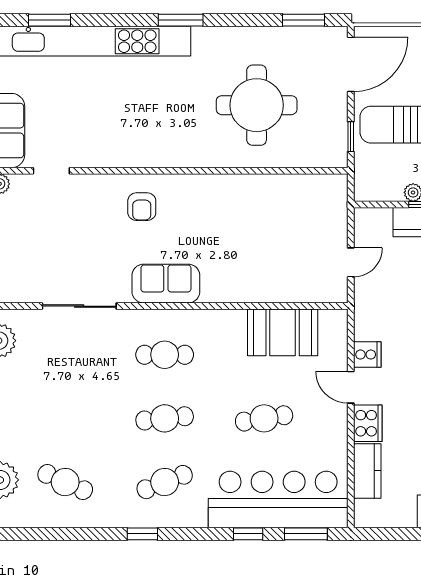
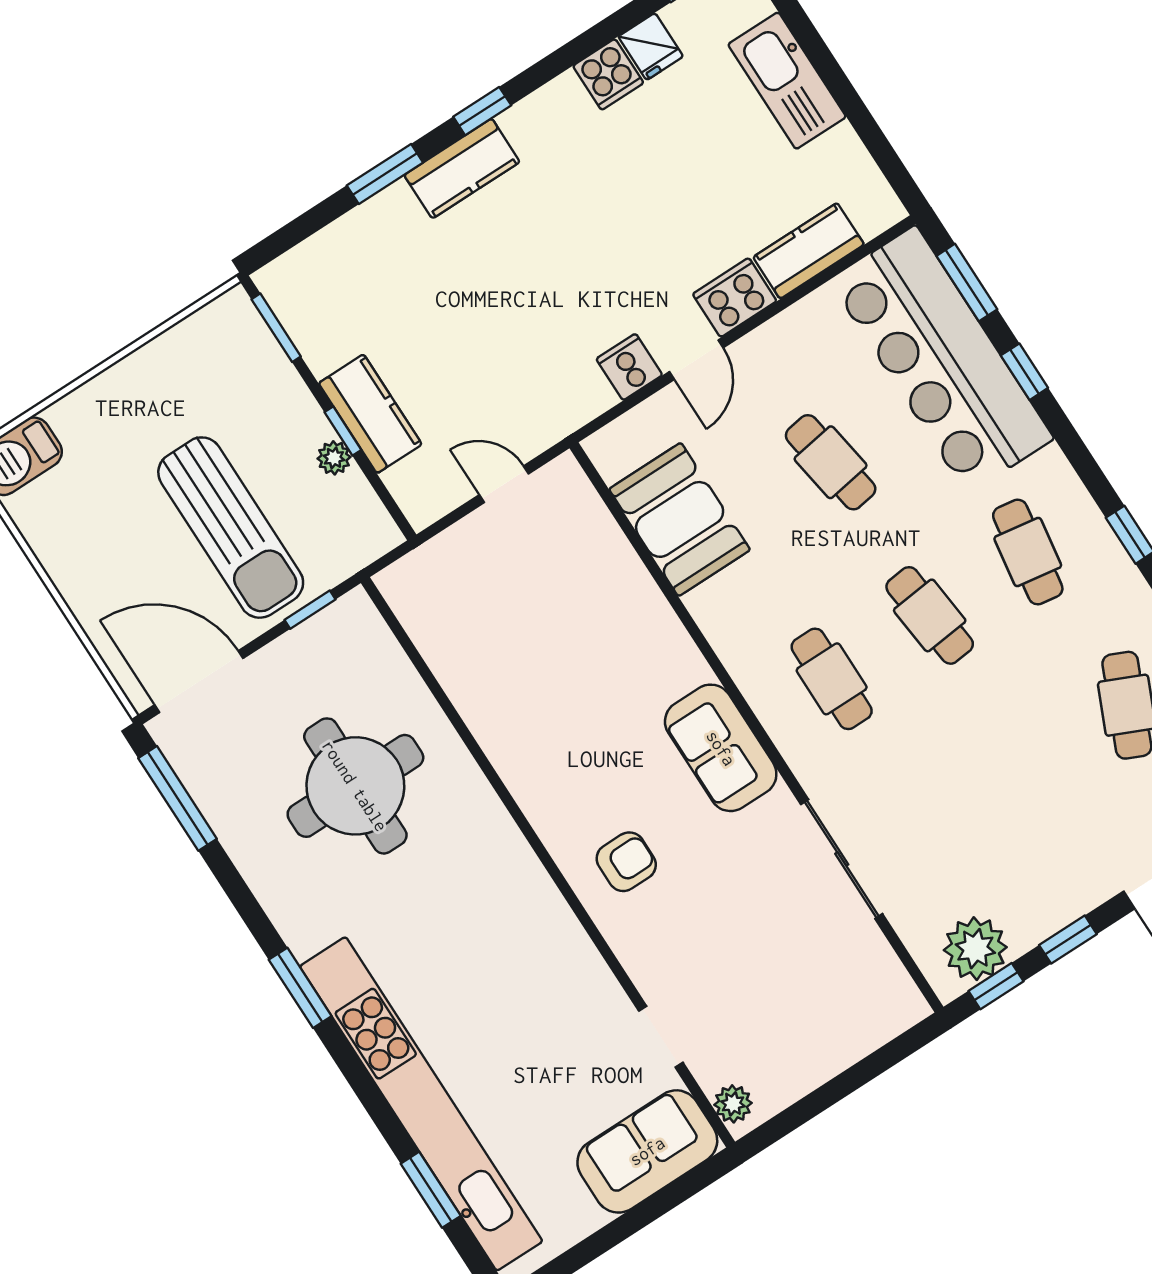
window: (304, 20) -> (178, 798), width x1.44
cafe table: (165, 482) -> (1028, 552), turned 30

